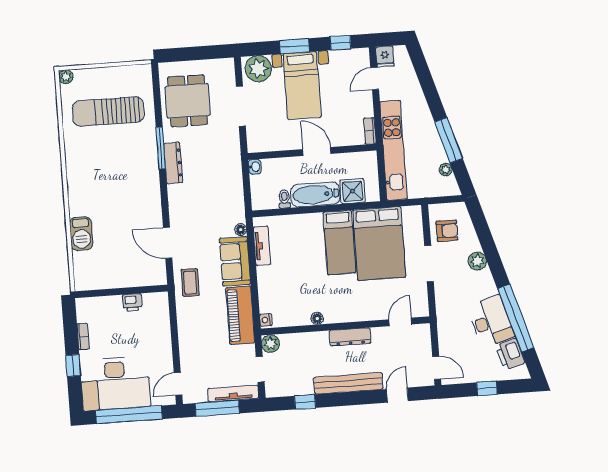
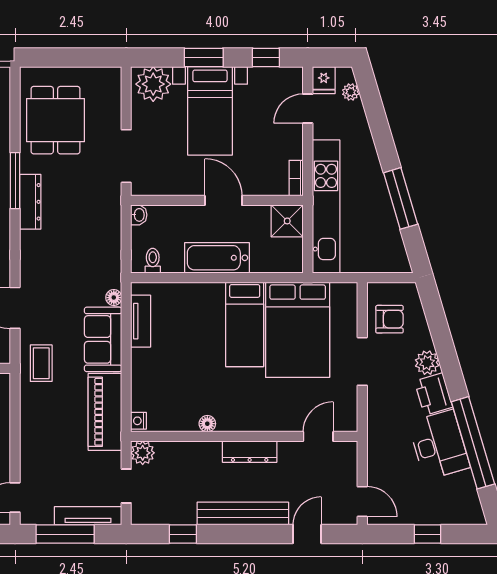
doorway: (241, 106) -> (126, 156), moved
plant: (446, 170) -> (351, 92), moved
shower: (353, 191) -> (287, 221), moved
toilet: (284, 199) -> (153, 261), moved
printer: (510, 354) -> (434, 394), moved

